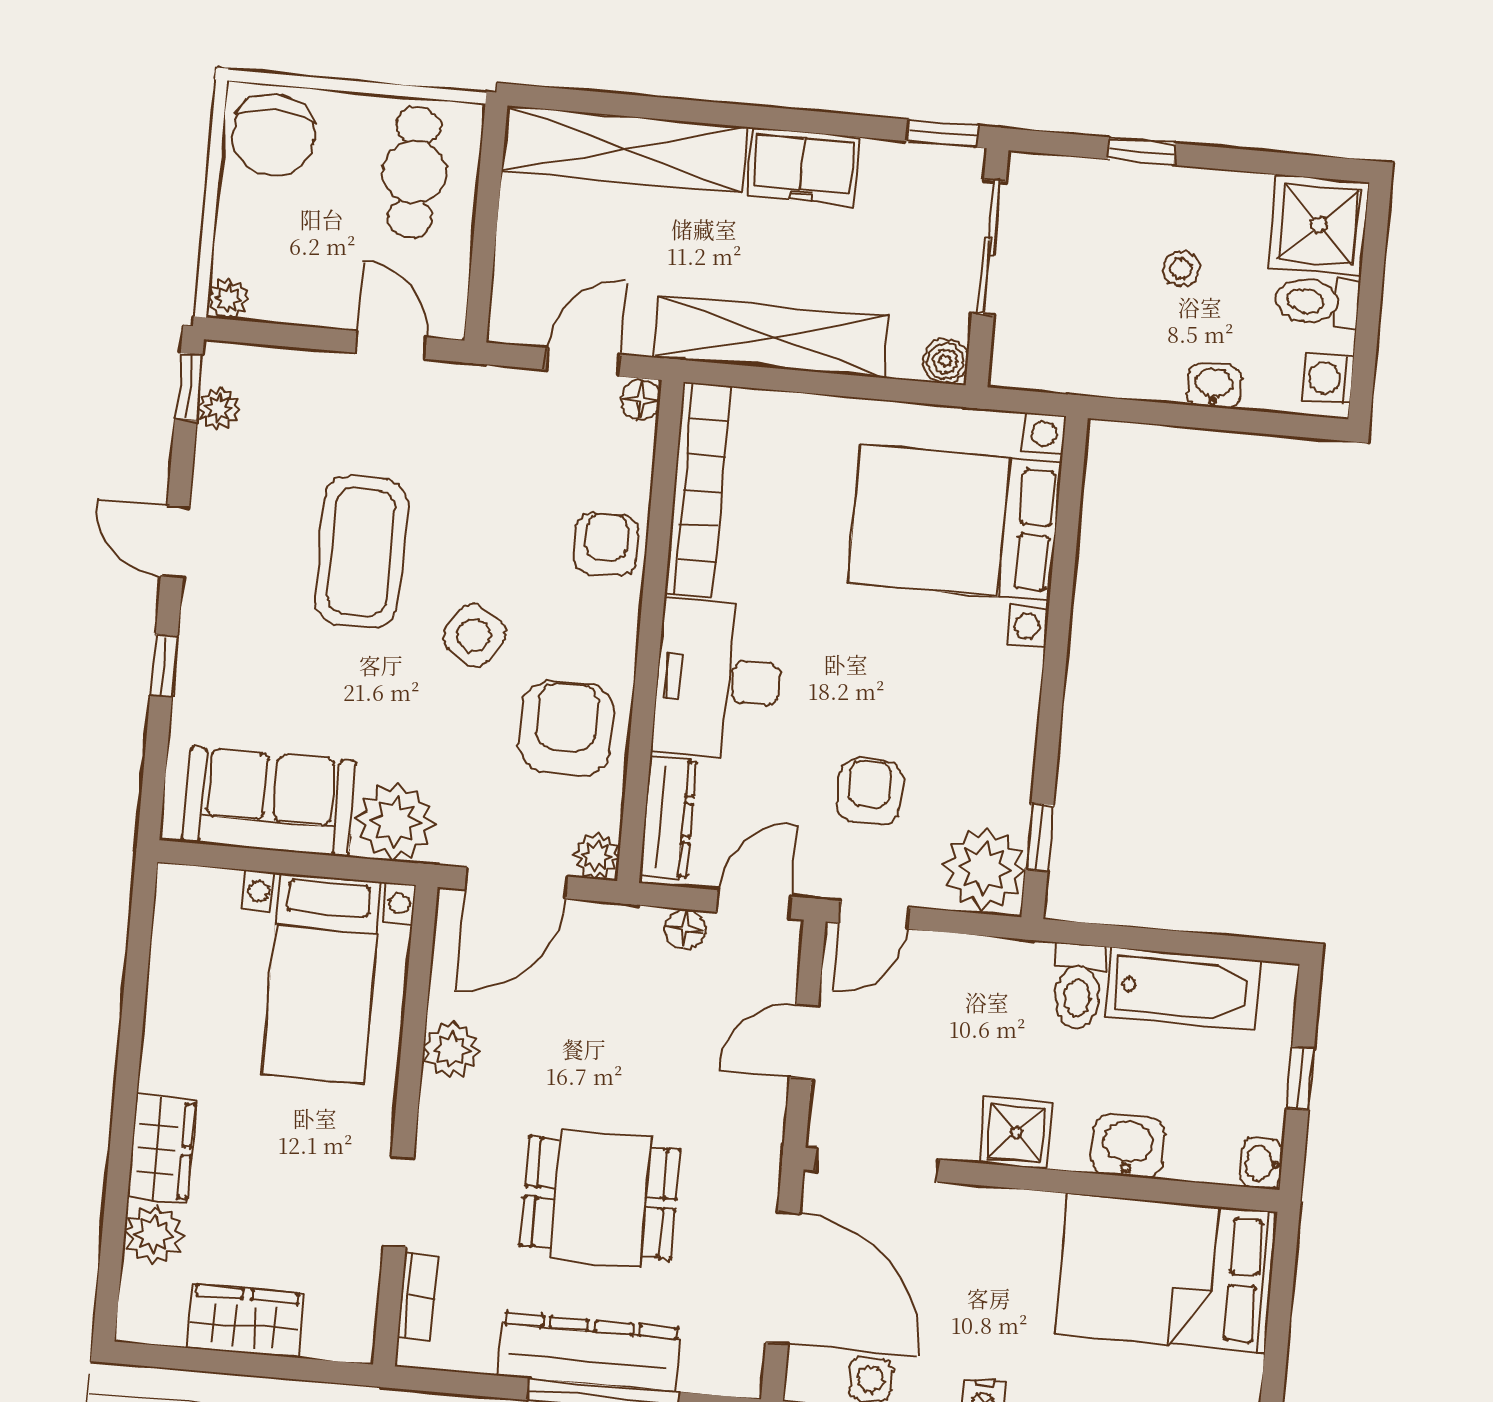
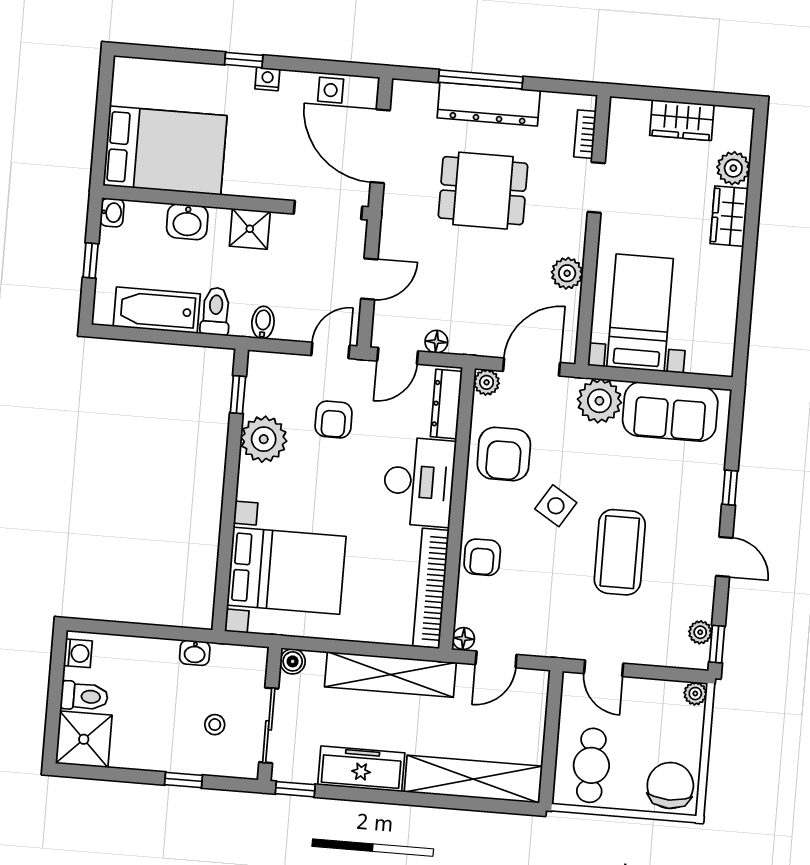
freezer: (803, 167) -> (361, 769), width x1.40
stool: (1181, 268) -> (215, 725), moved
washbasin: (1214, 386) -> (195, 653), moved
plant: (984, 869) -> (264, 439), moved
bidet: (994, 966) -> (263, 322), added

